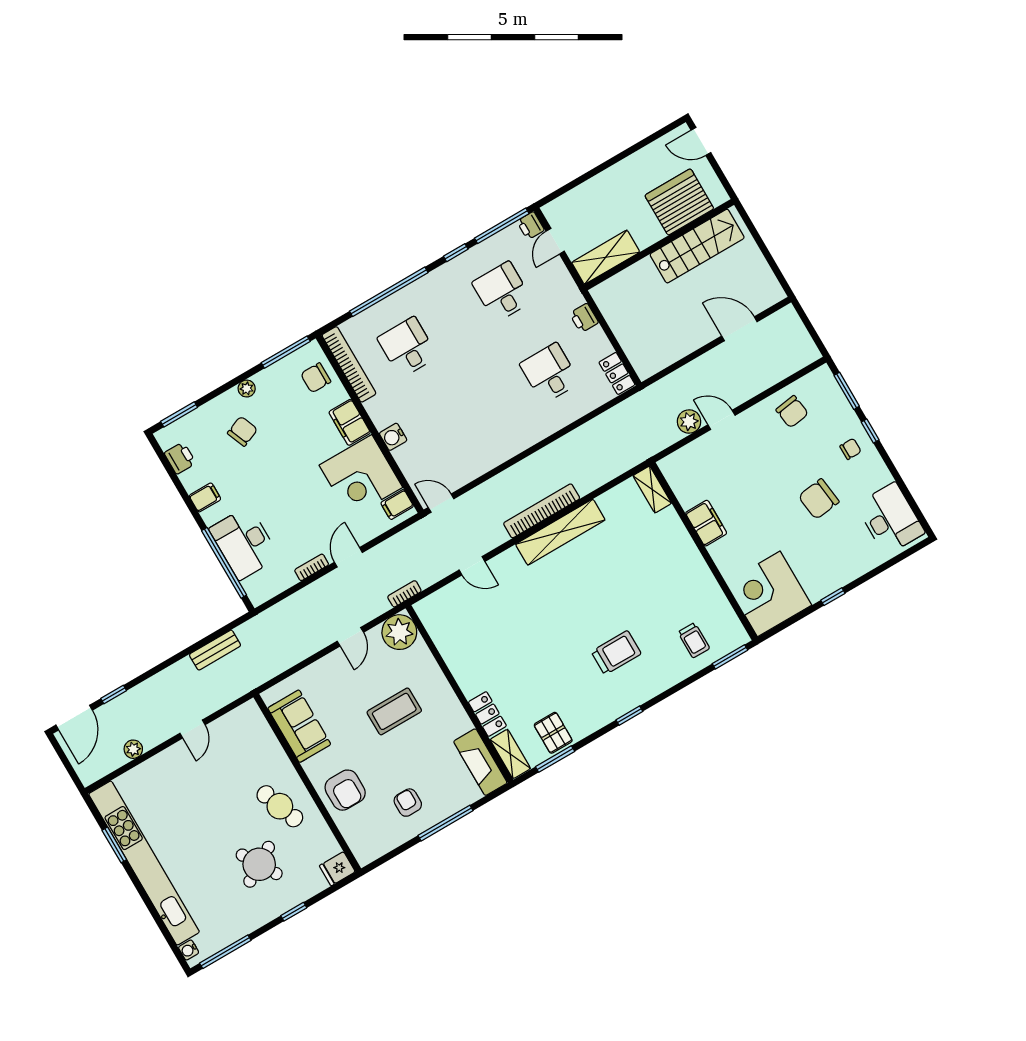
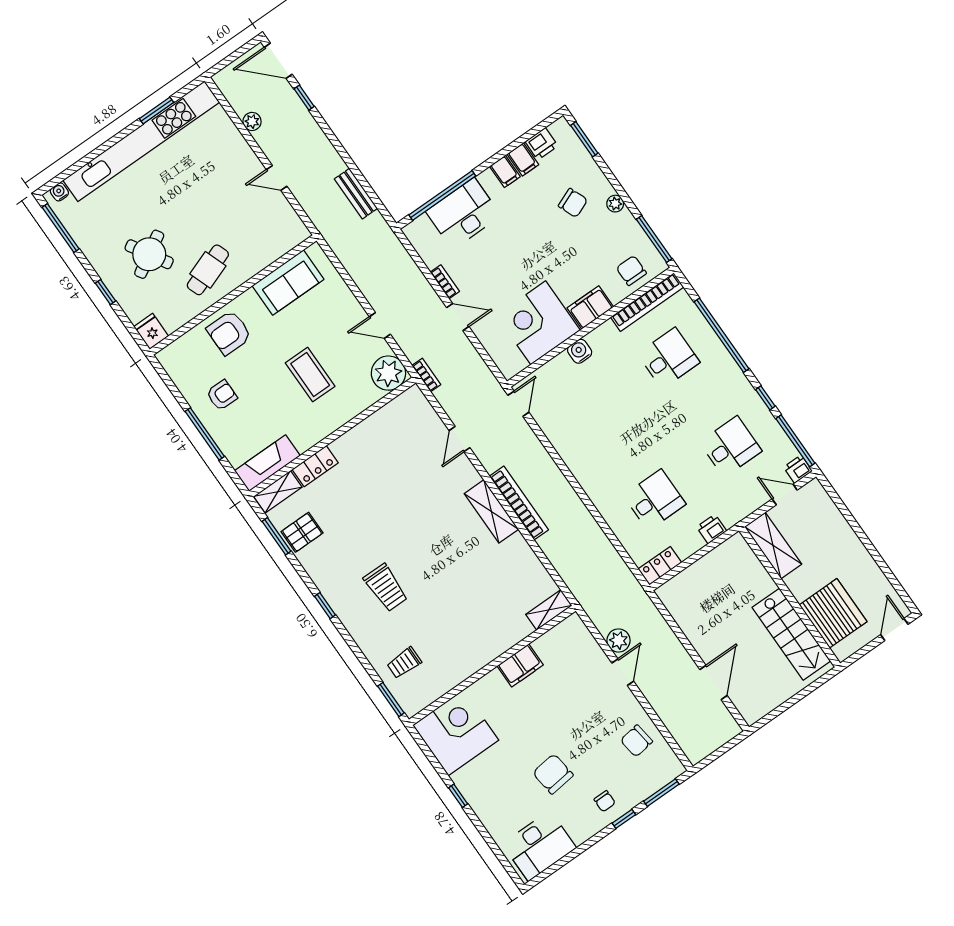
filing cabinet: (397, 504) -> (523, 159), moved, turned 180
shelving: (560, 532) -> (491, 511), width x0.68

